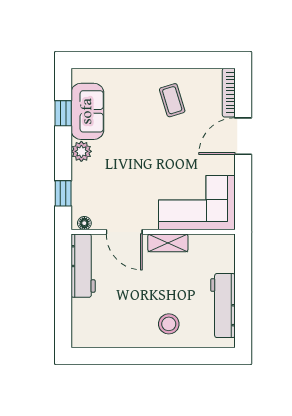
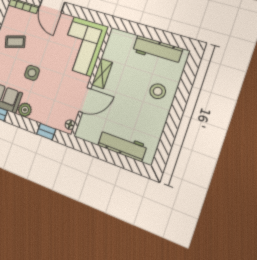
side table: (136, 143) -> (32, 73), added
workbench: (83, 266) -> (122, 145), moved

